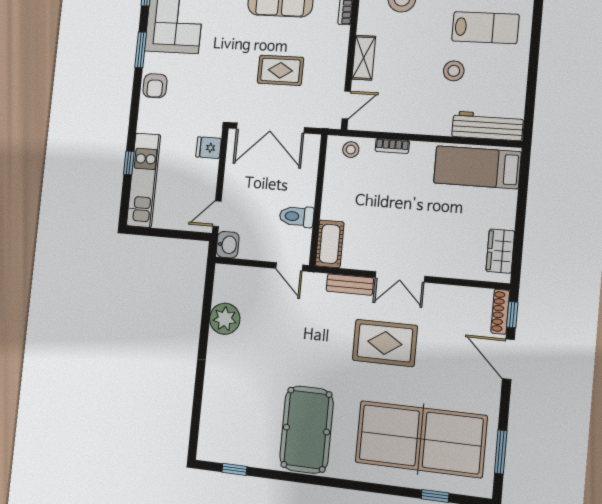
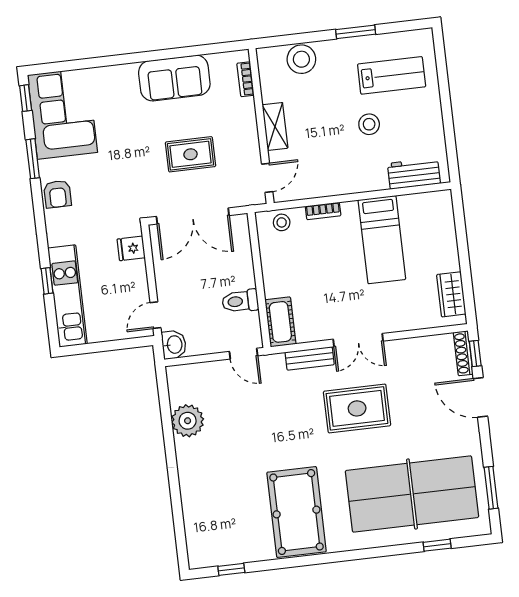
workbench: (488, 126) -> (414, 173), width x0.73
bed: (477, 167) -> (382, 240), moved, turned -90

